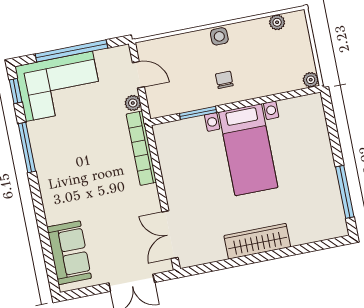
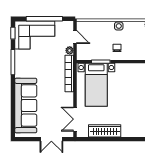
bed with nightstands: (248, 150) -> (96, 85), moved
wardrobe: (257, 241) -> (105, 131), moved
sofa: (69, 253) -> (26, 105), width x1.85, depth x1.27

